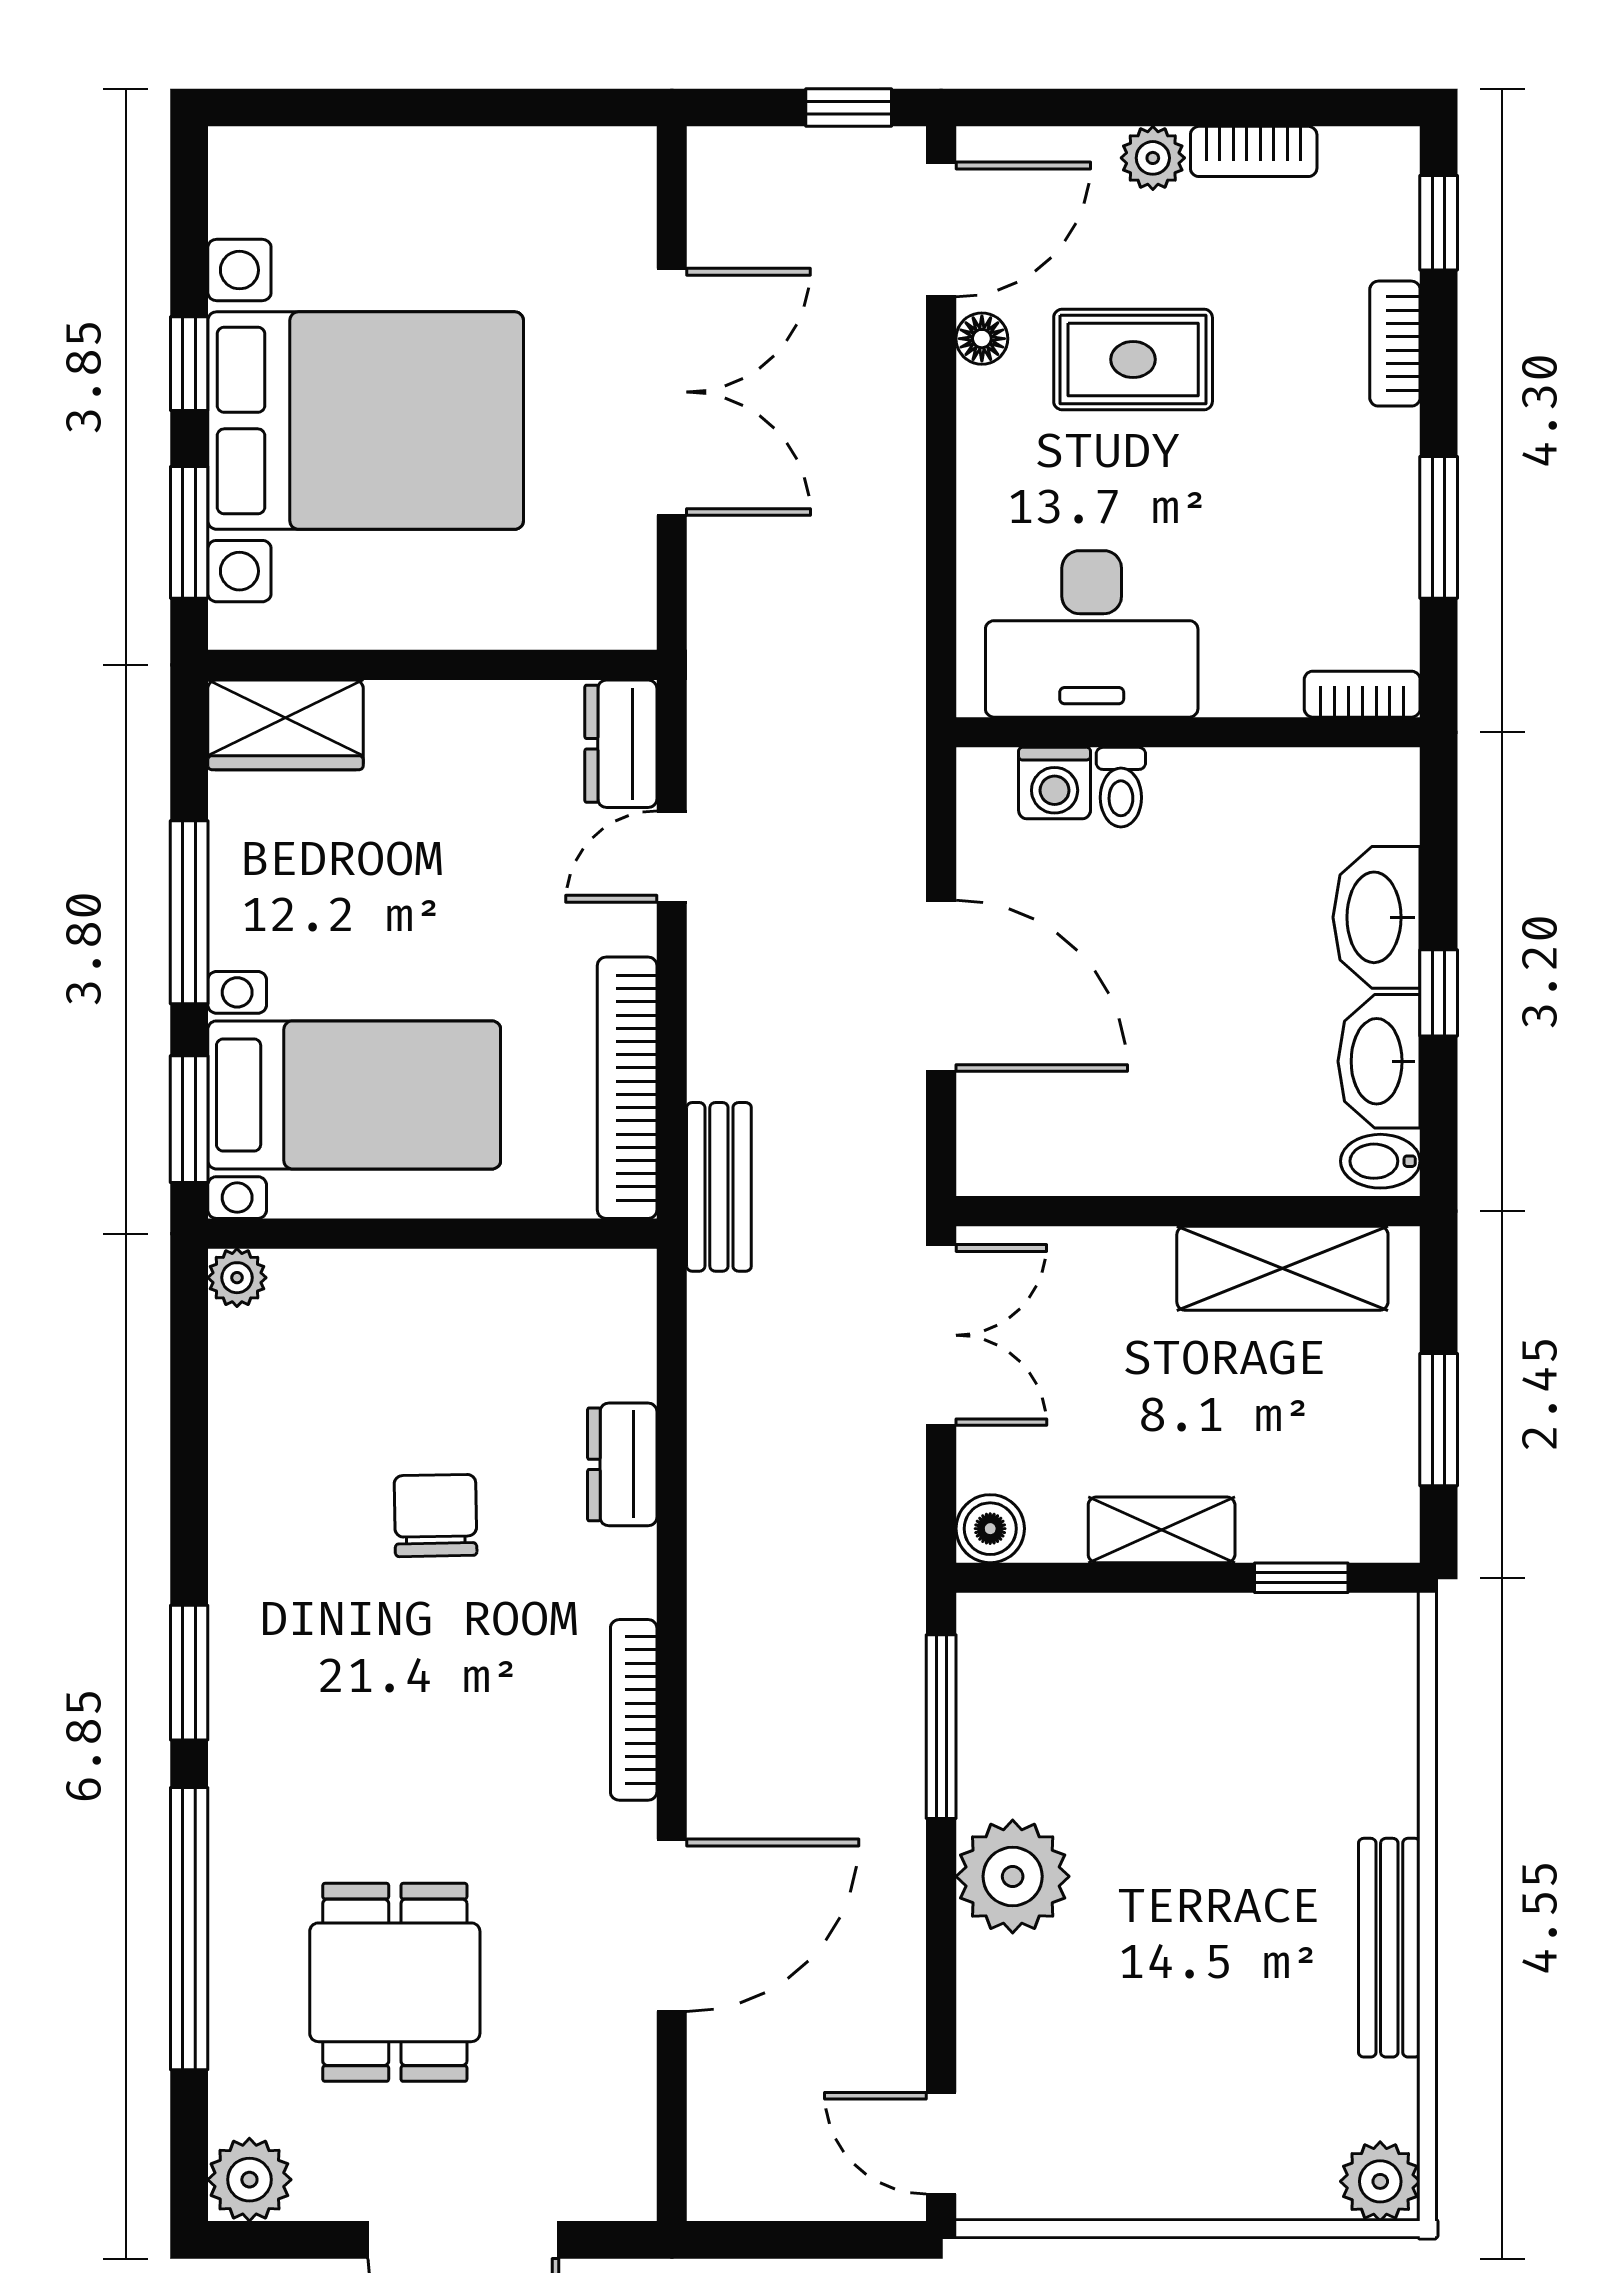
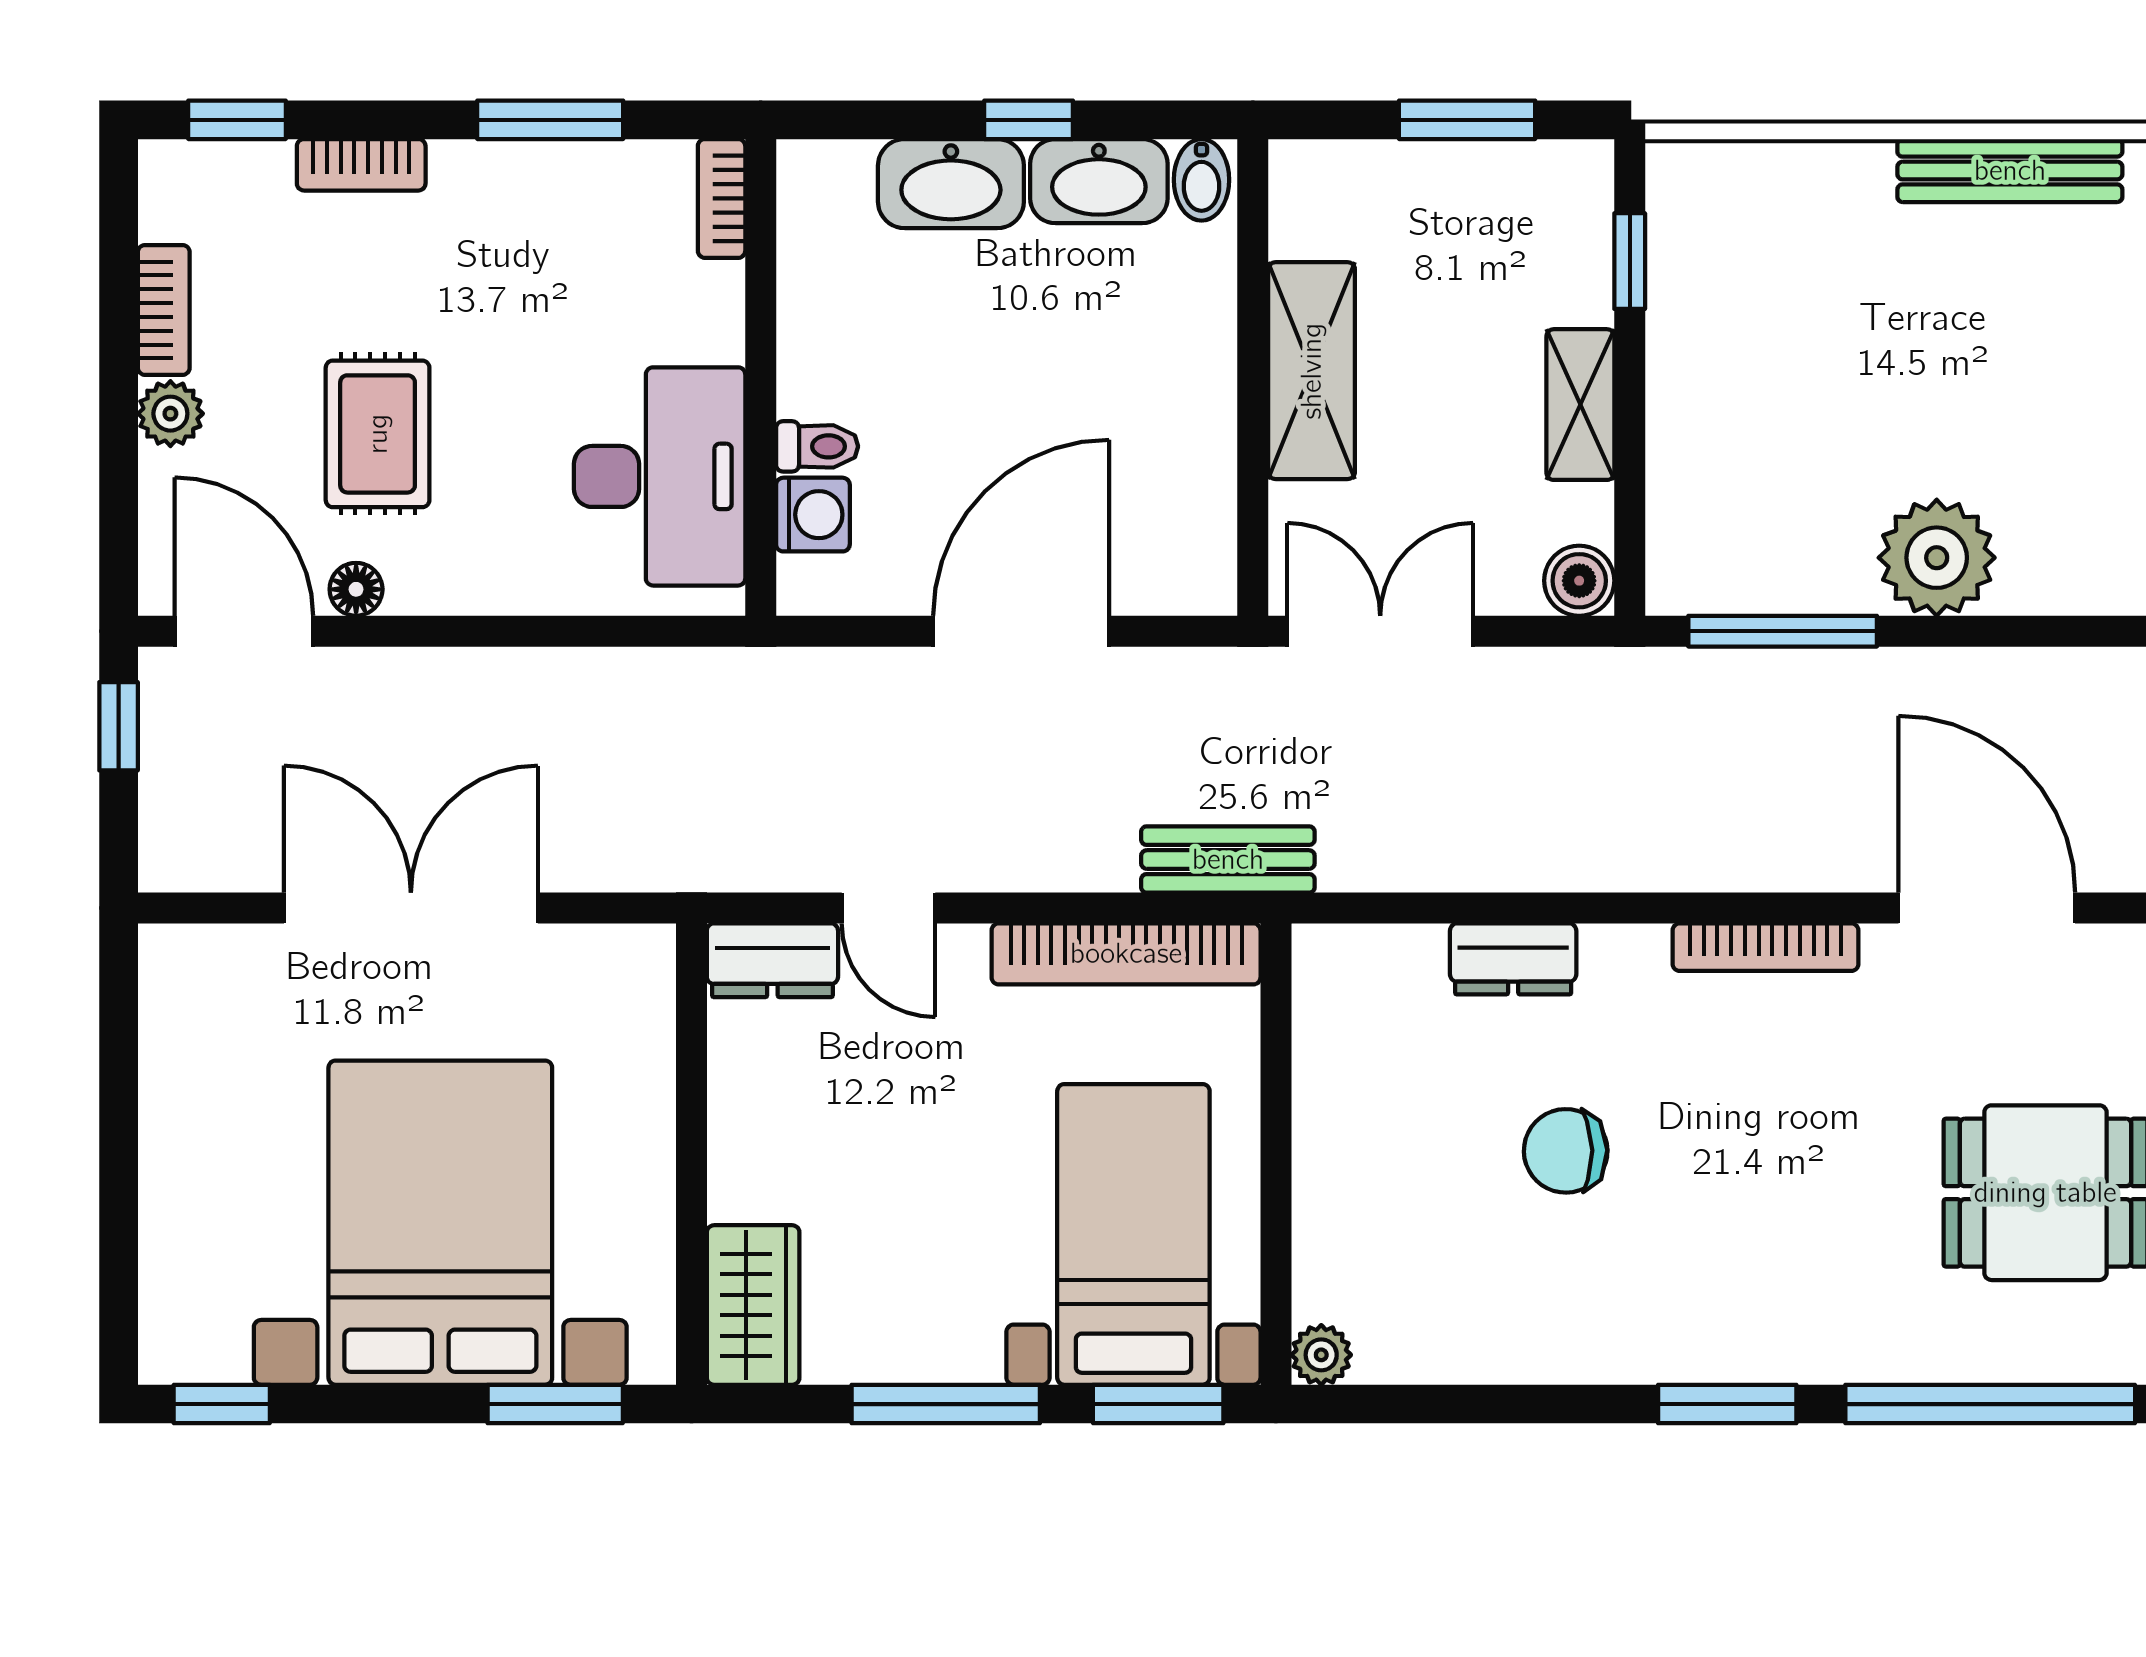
window: (189, 364) -> (222, 1404), moved
shelving: (1282, 1268) -> (1312, 371), moved

